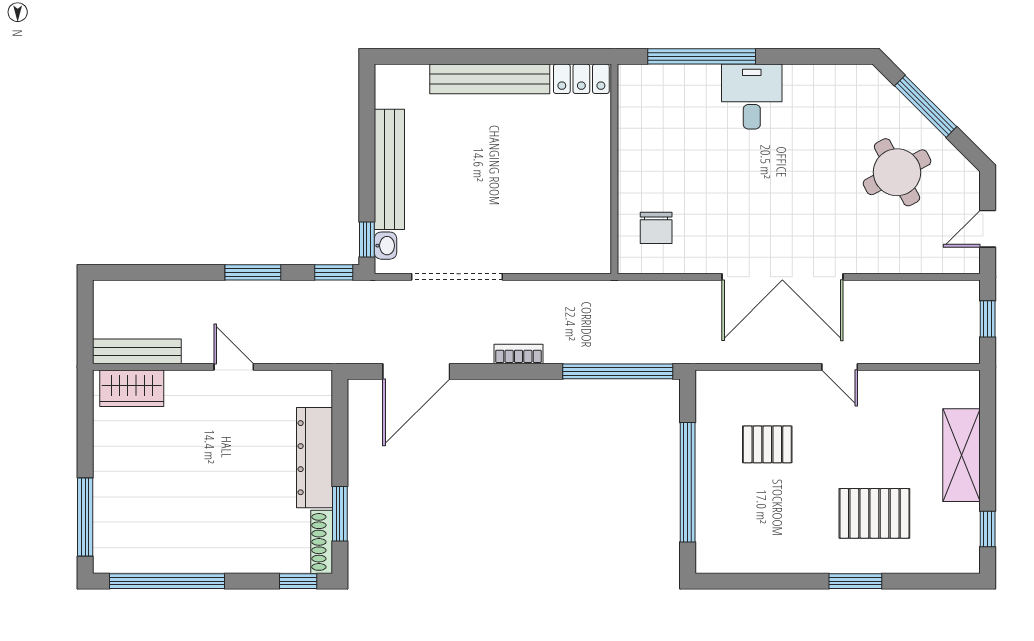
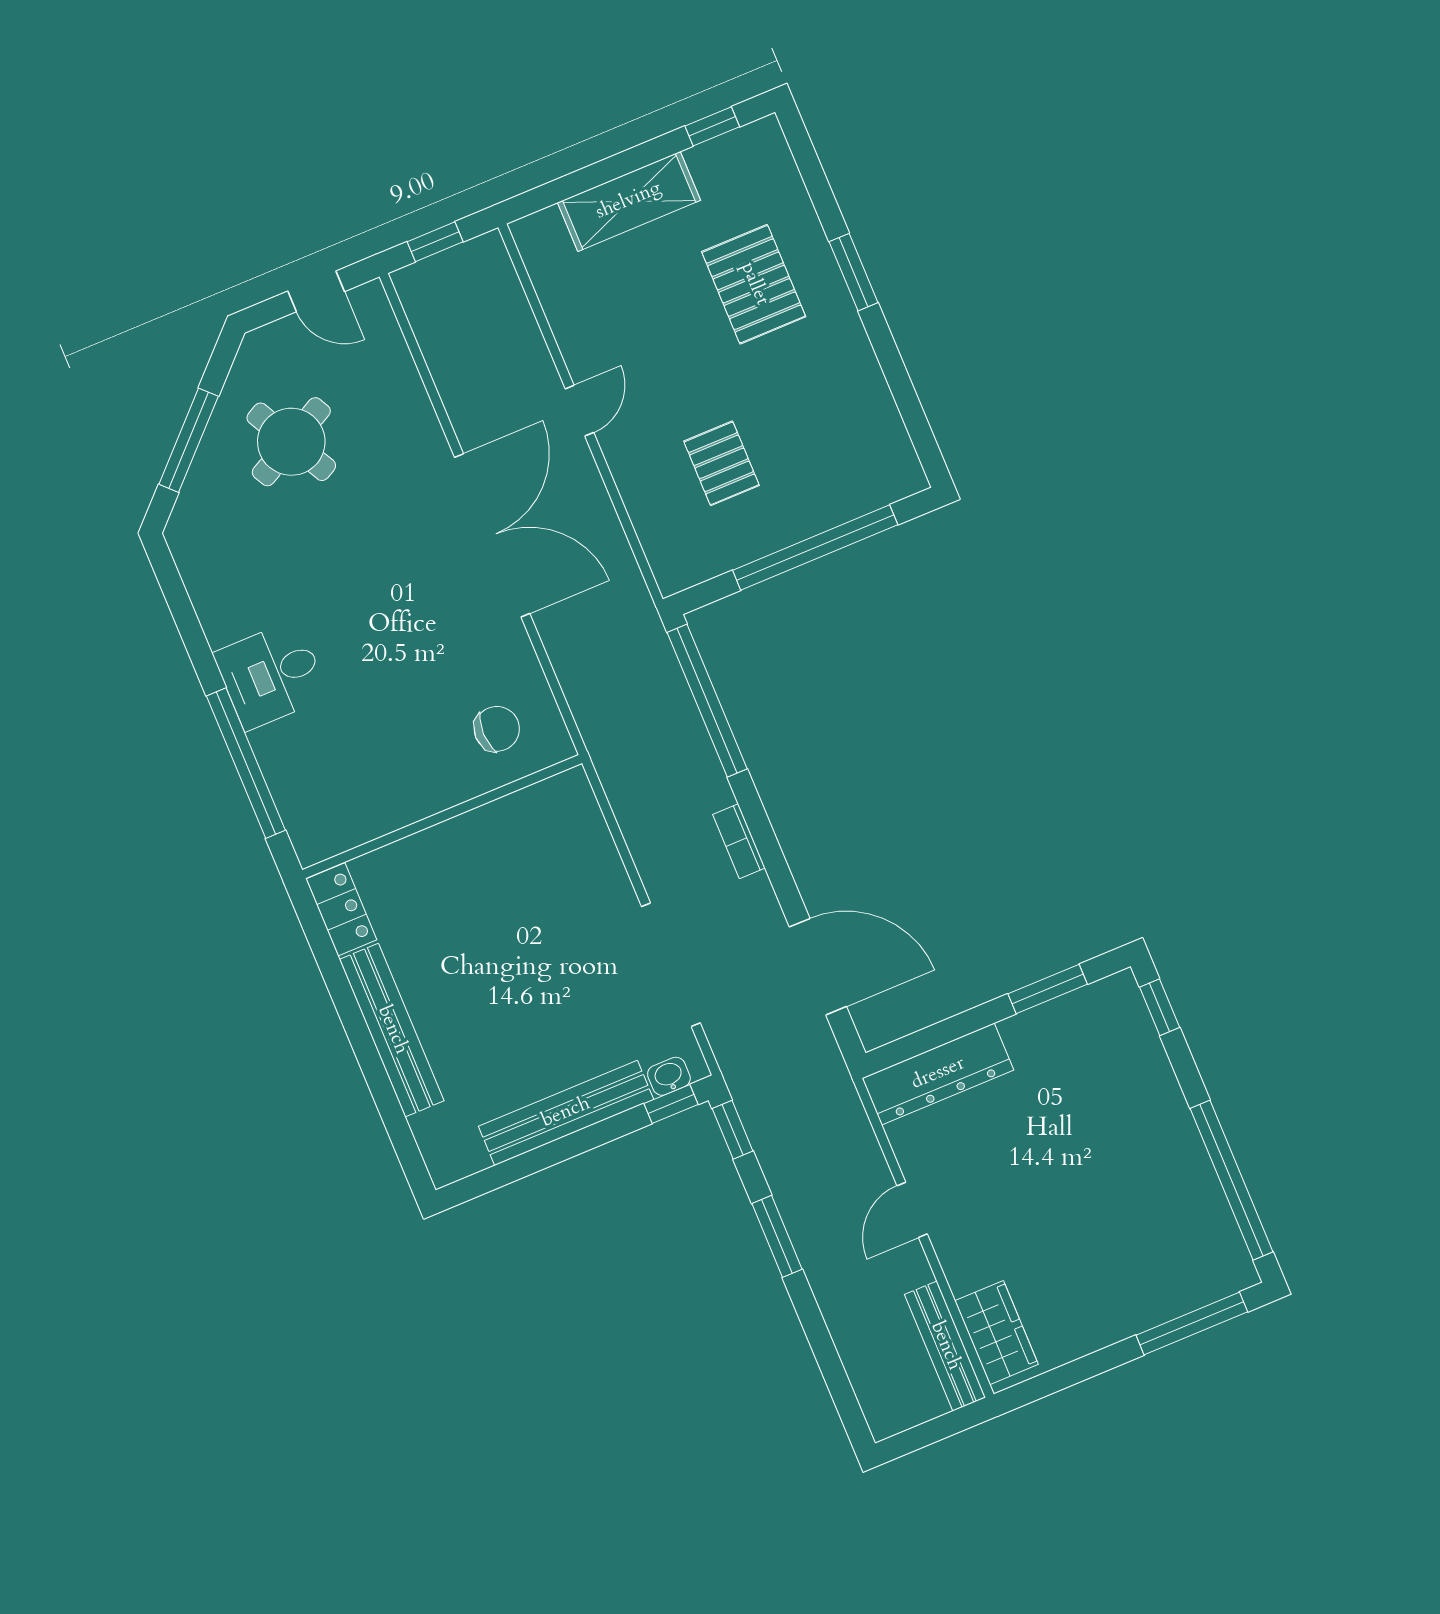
dresser: (315, 458) -> (938, 1074), moved
shoe rack: (322, 542) -> (1095, 998), removed

